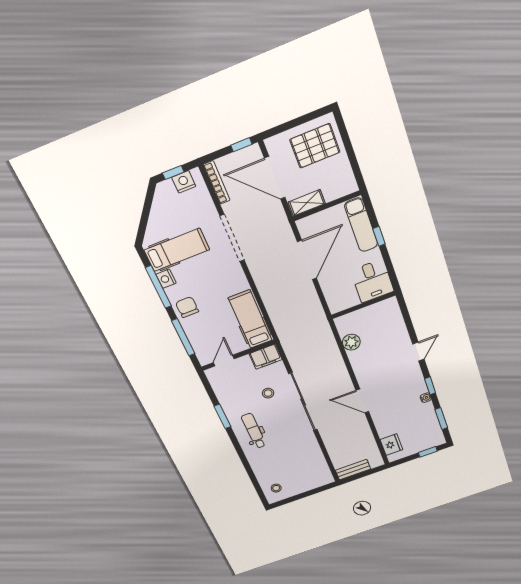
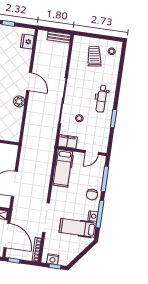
plant: (351, 342) -> (19, 101), moved
trolley: (295, 472) -> (94, 56), added

